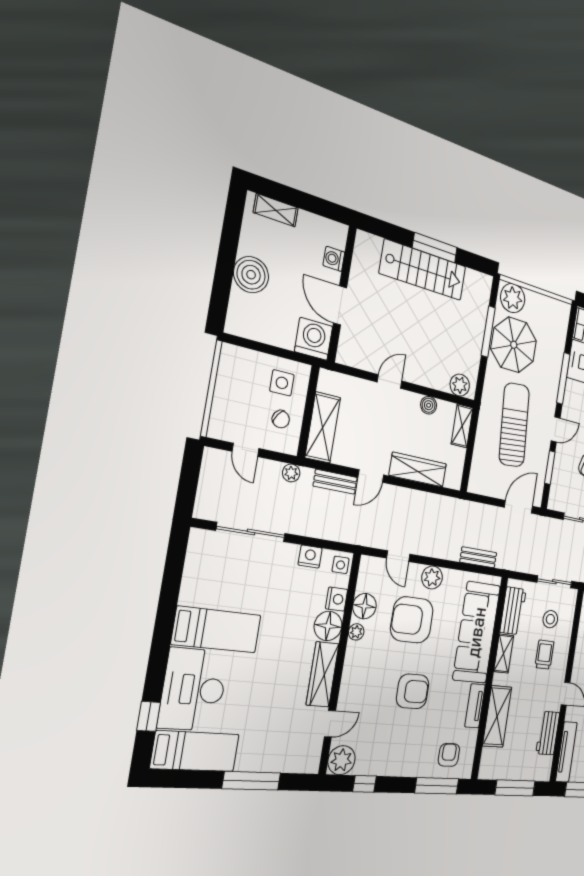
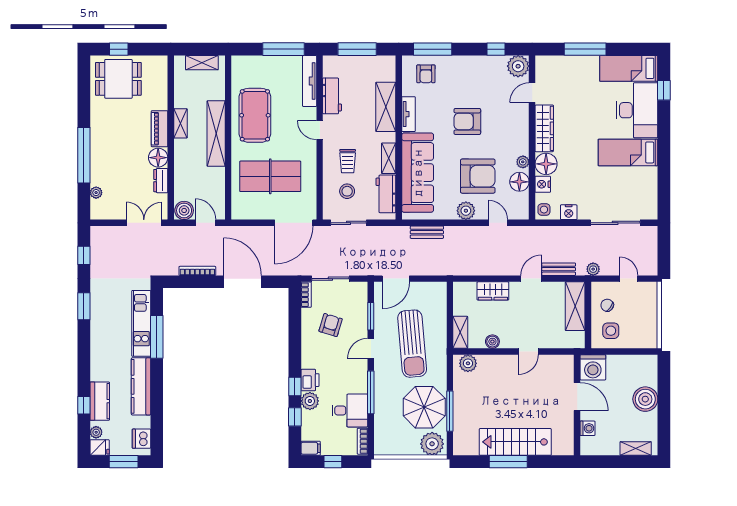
wardrobe: (418, 470) -> (493, 291), width x0.67

